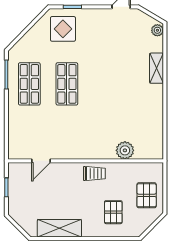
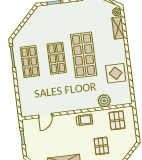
display table: (63, 29) -> (116, 73), moved
shelving: (157, 68) -> (118, 28), moved
shop shelf: (104, 84) -> (84, 55), added
pallet: (147, 195) -> (117, 120), moved

